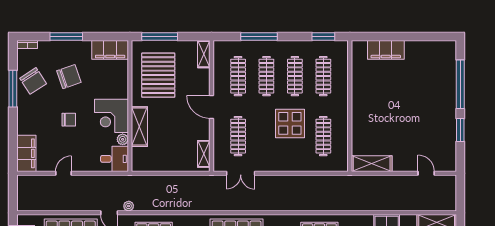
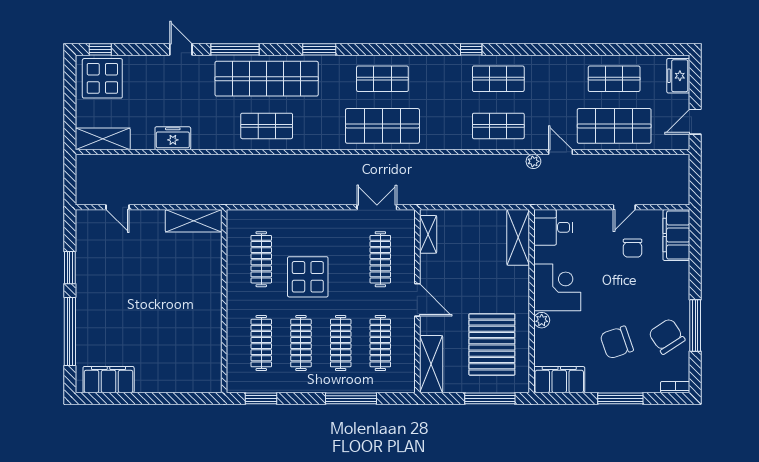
filing cabinet: (386, 50) -> (109, 380), moved
shelving: (204, 54) -> (431, 364), width x1.50, depth x1.33
chair: (69, 120) -> (633, 248), moved, turned -90
shelving: (139, 127) -> (518, 237), moved
plant: (123, 139) -> (542, 320), moved

